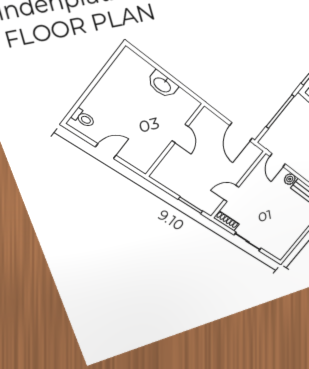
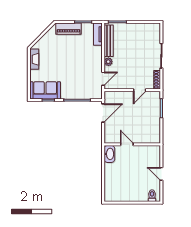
washbasin: (163, 85) -> (109, 154), moved
door: (180, 134) -> (127, 144), hinge flipped
door: (231, 193) -> (140, 90), hinge flipped

